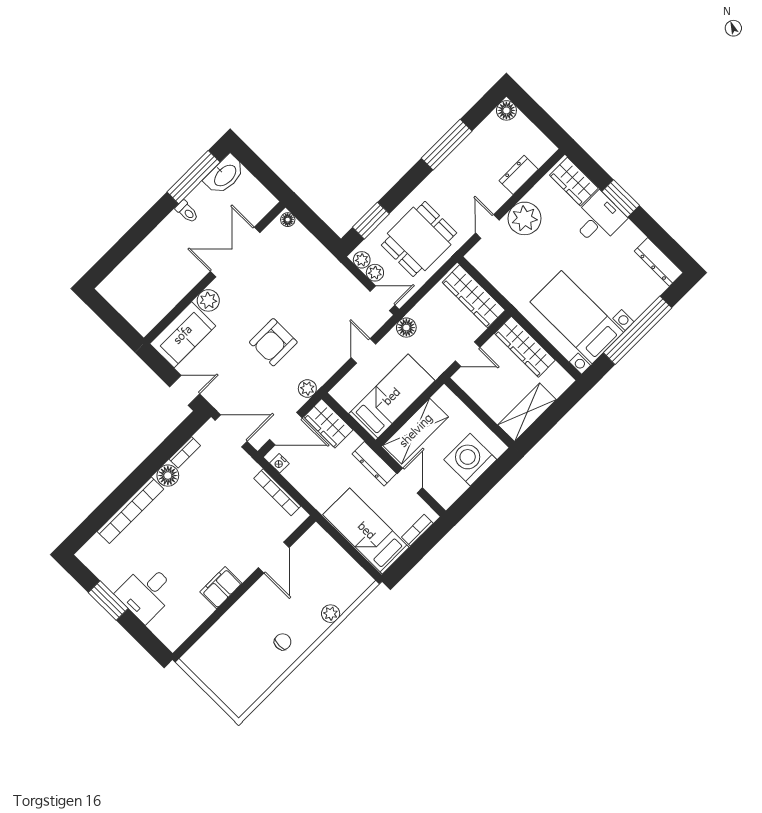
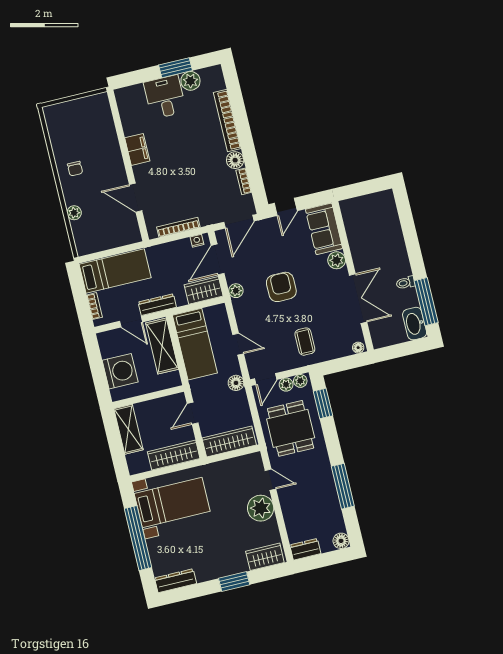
dresser: (519, 175) -> (305, 549), moved, turned -90
desk: (598, 219) -> (229, 558), removed
coffee table: (316, 281) -> (305, 342), added
plant: (112, 576) -> (190, 81), added

